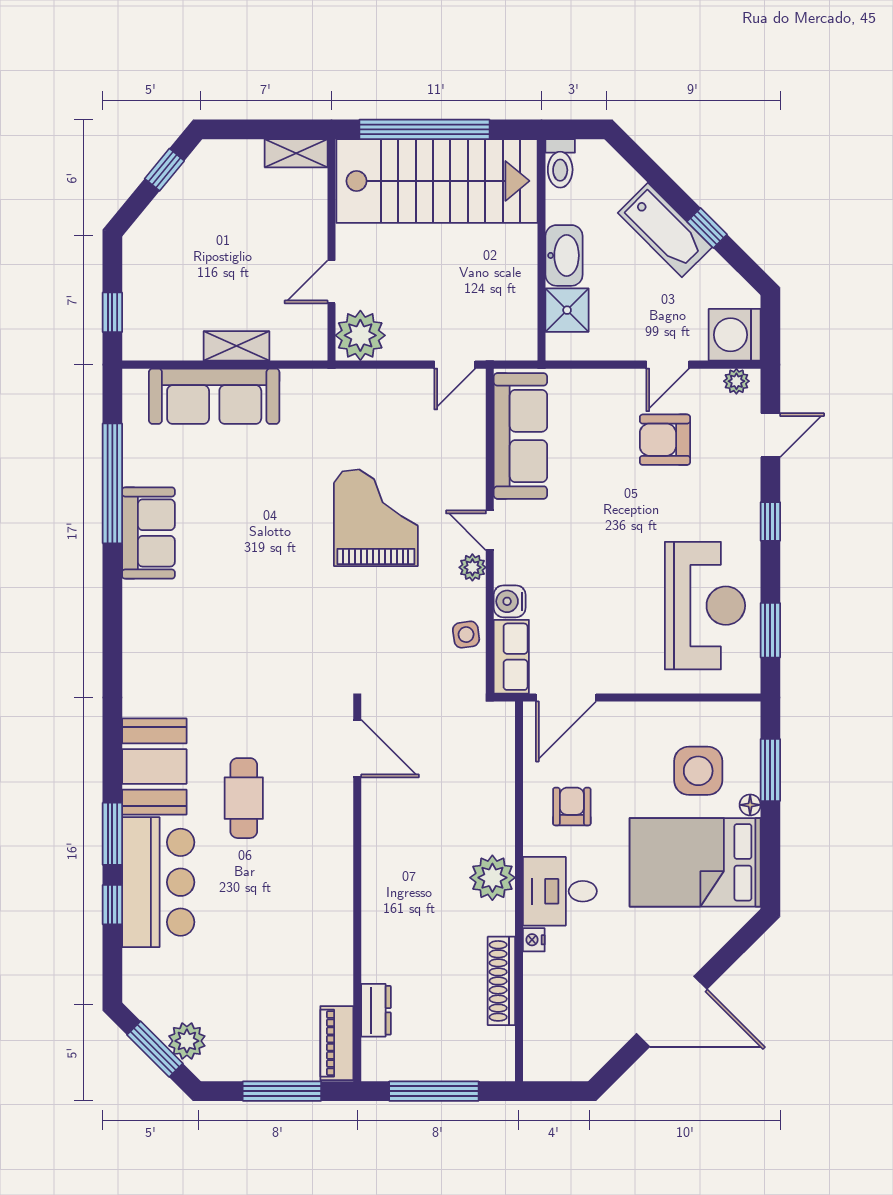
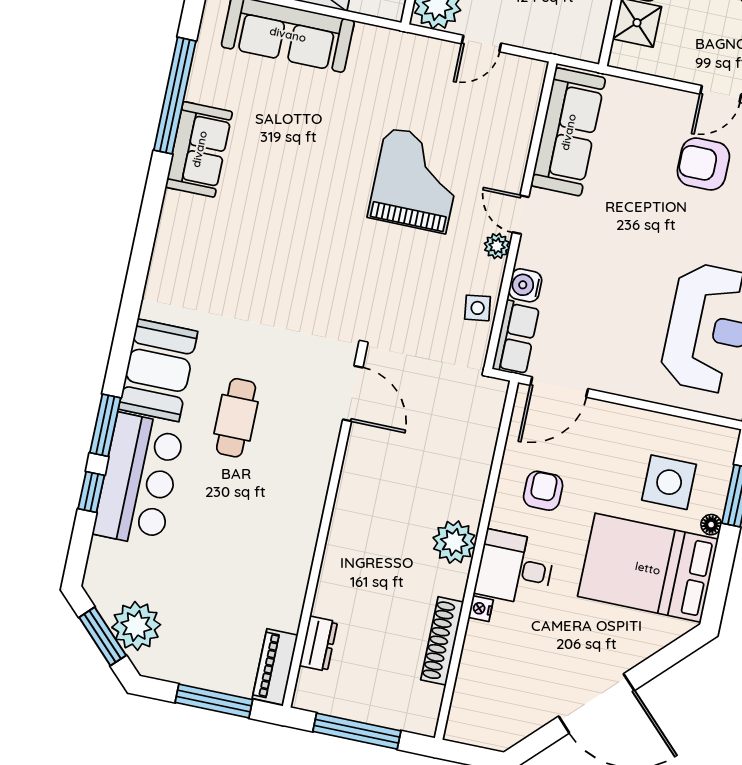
door: (455, 365) -> (481, 43), moved
plant: (187, 1041) -> (136, 626), width x1.36, depth x1.36

